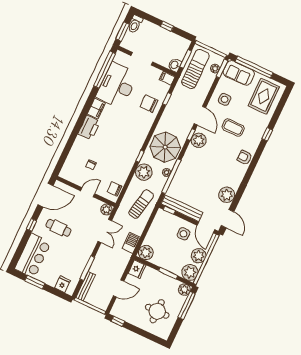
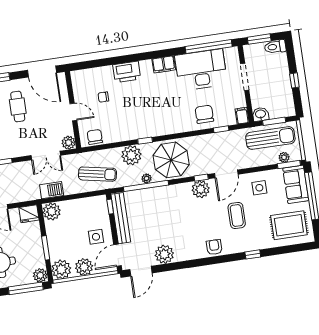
printer: (89, 128) -> (127, 72), moved

